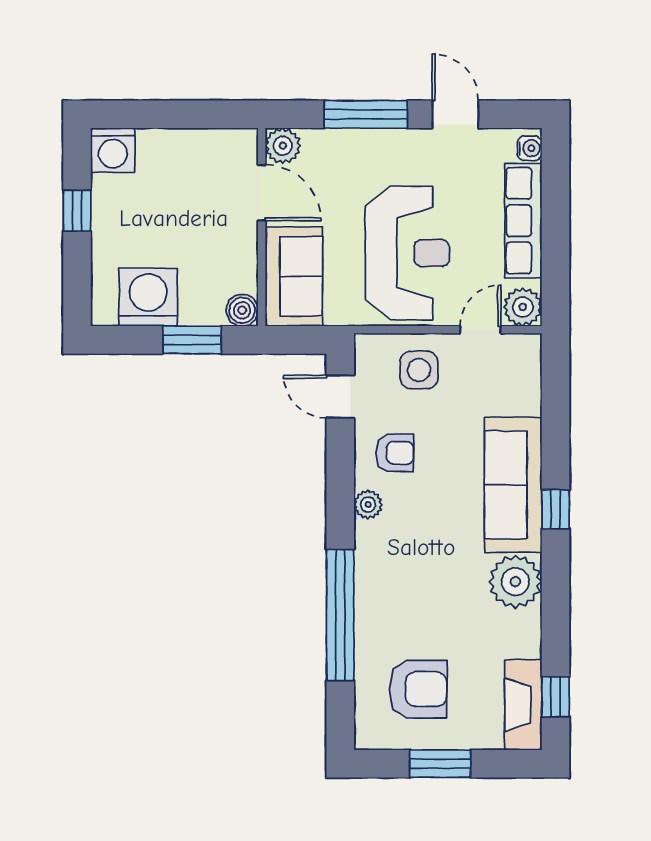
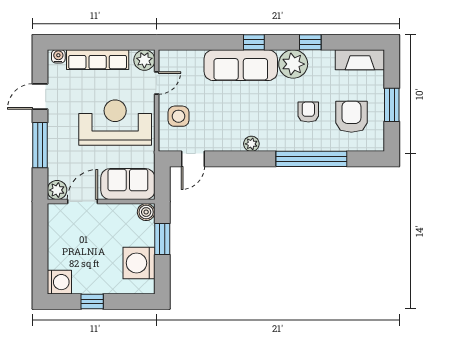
door: (480, 330) -> (157, 83), swing flipped
armchair: (395, 453) -> (308, 112), moved
window: (556, 697) -> (310, 42), moved

